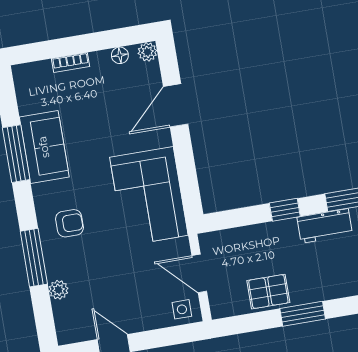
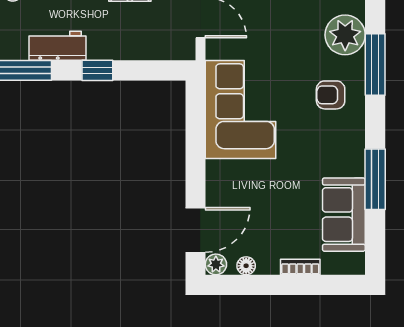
door: (176, 105) -> (196, 230), moved
sofa: (44, 147) -> (344, 215), moved
plant: (58, 290) -> (345, 35), width x1.88, depth x1.88

